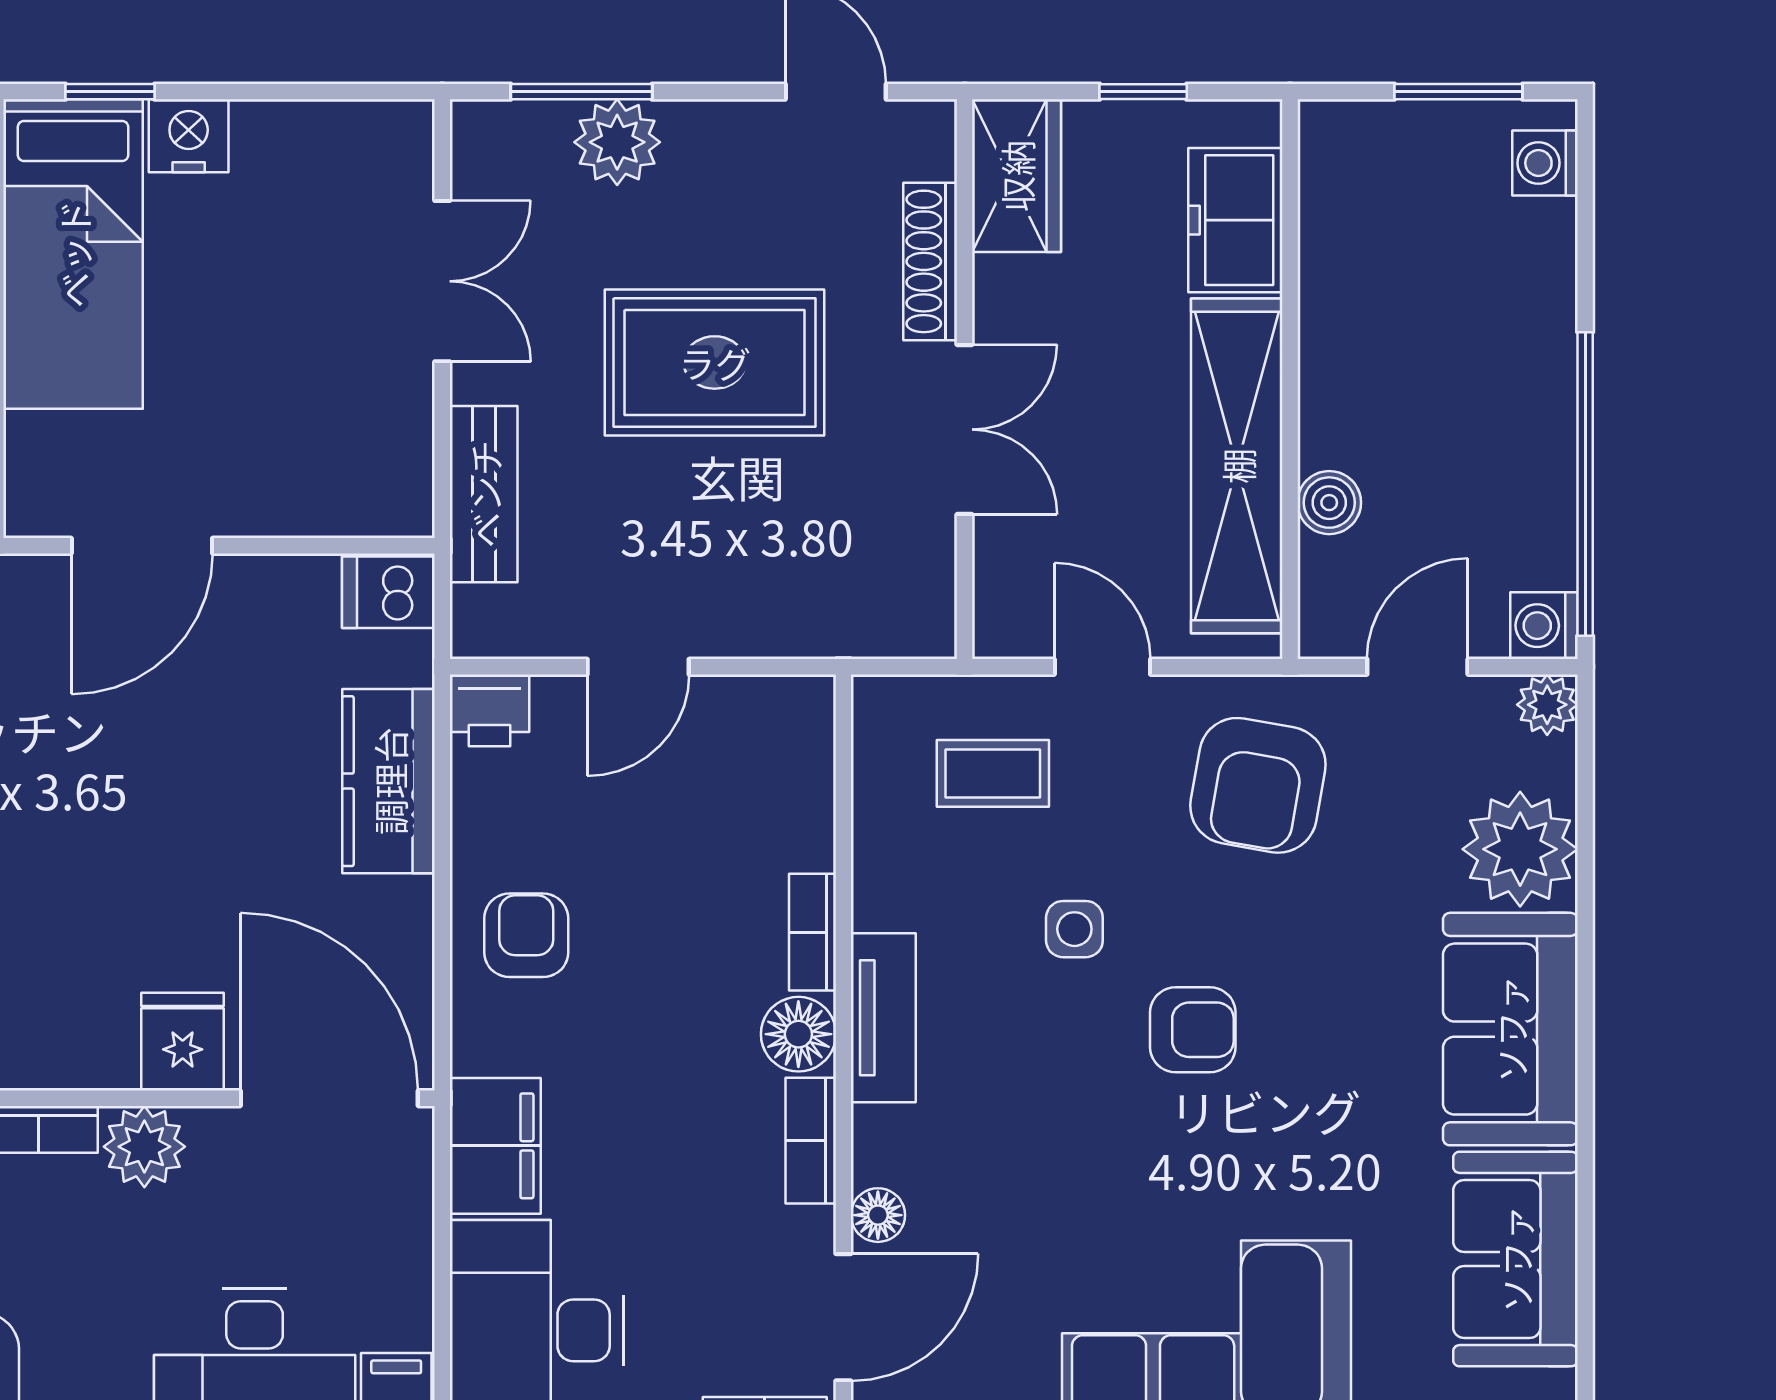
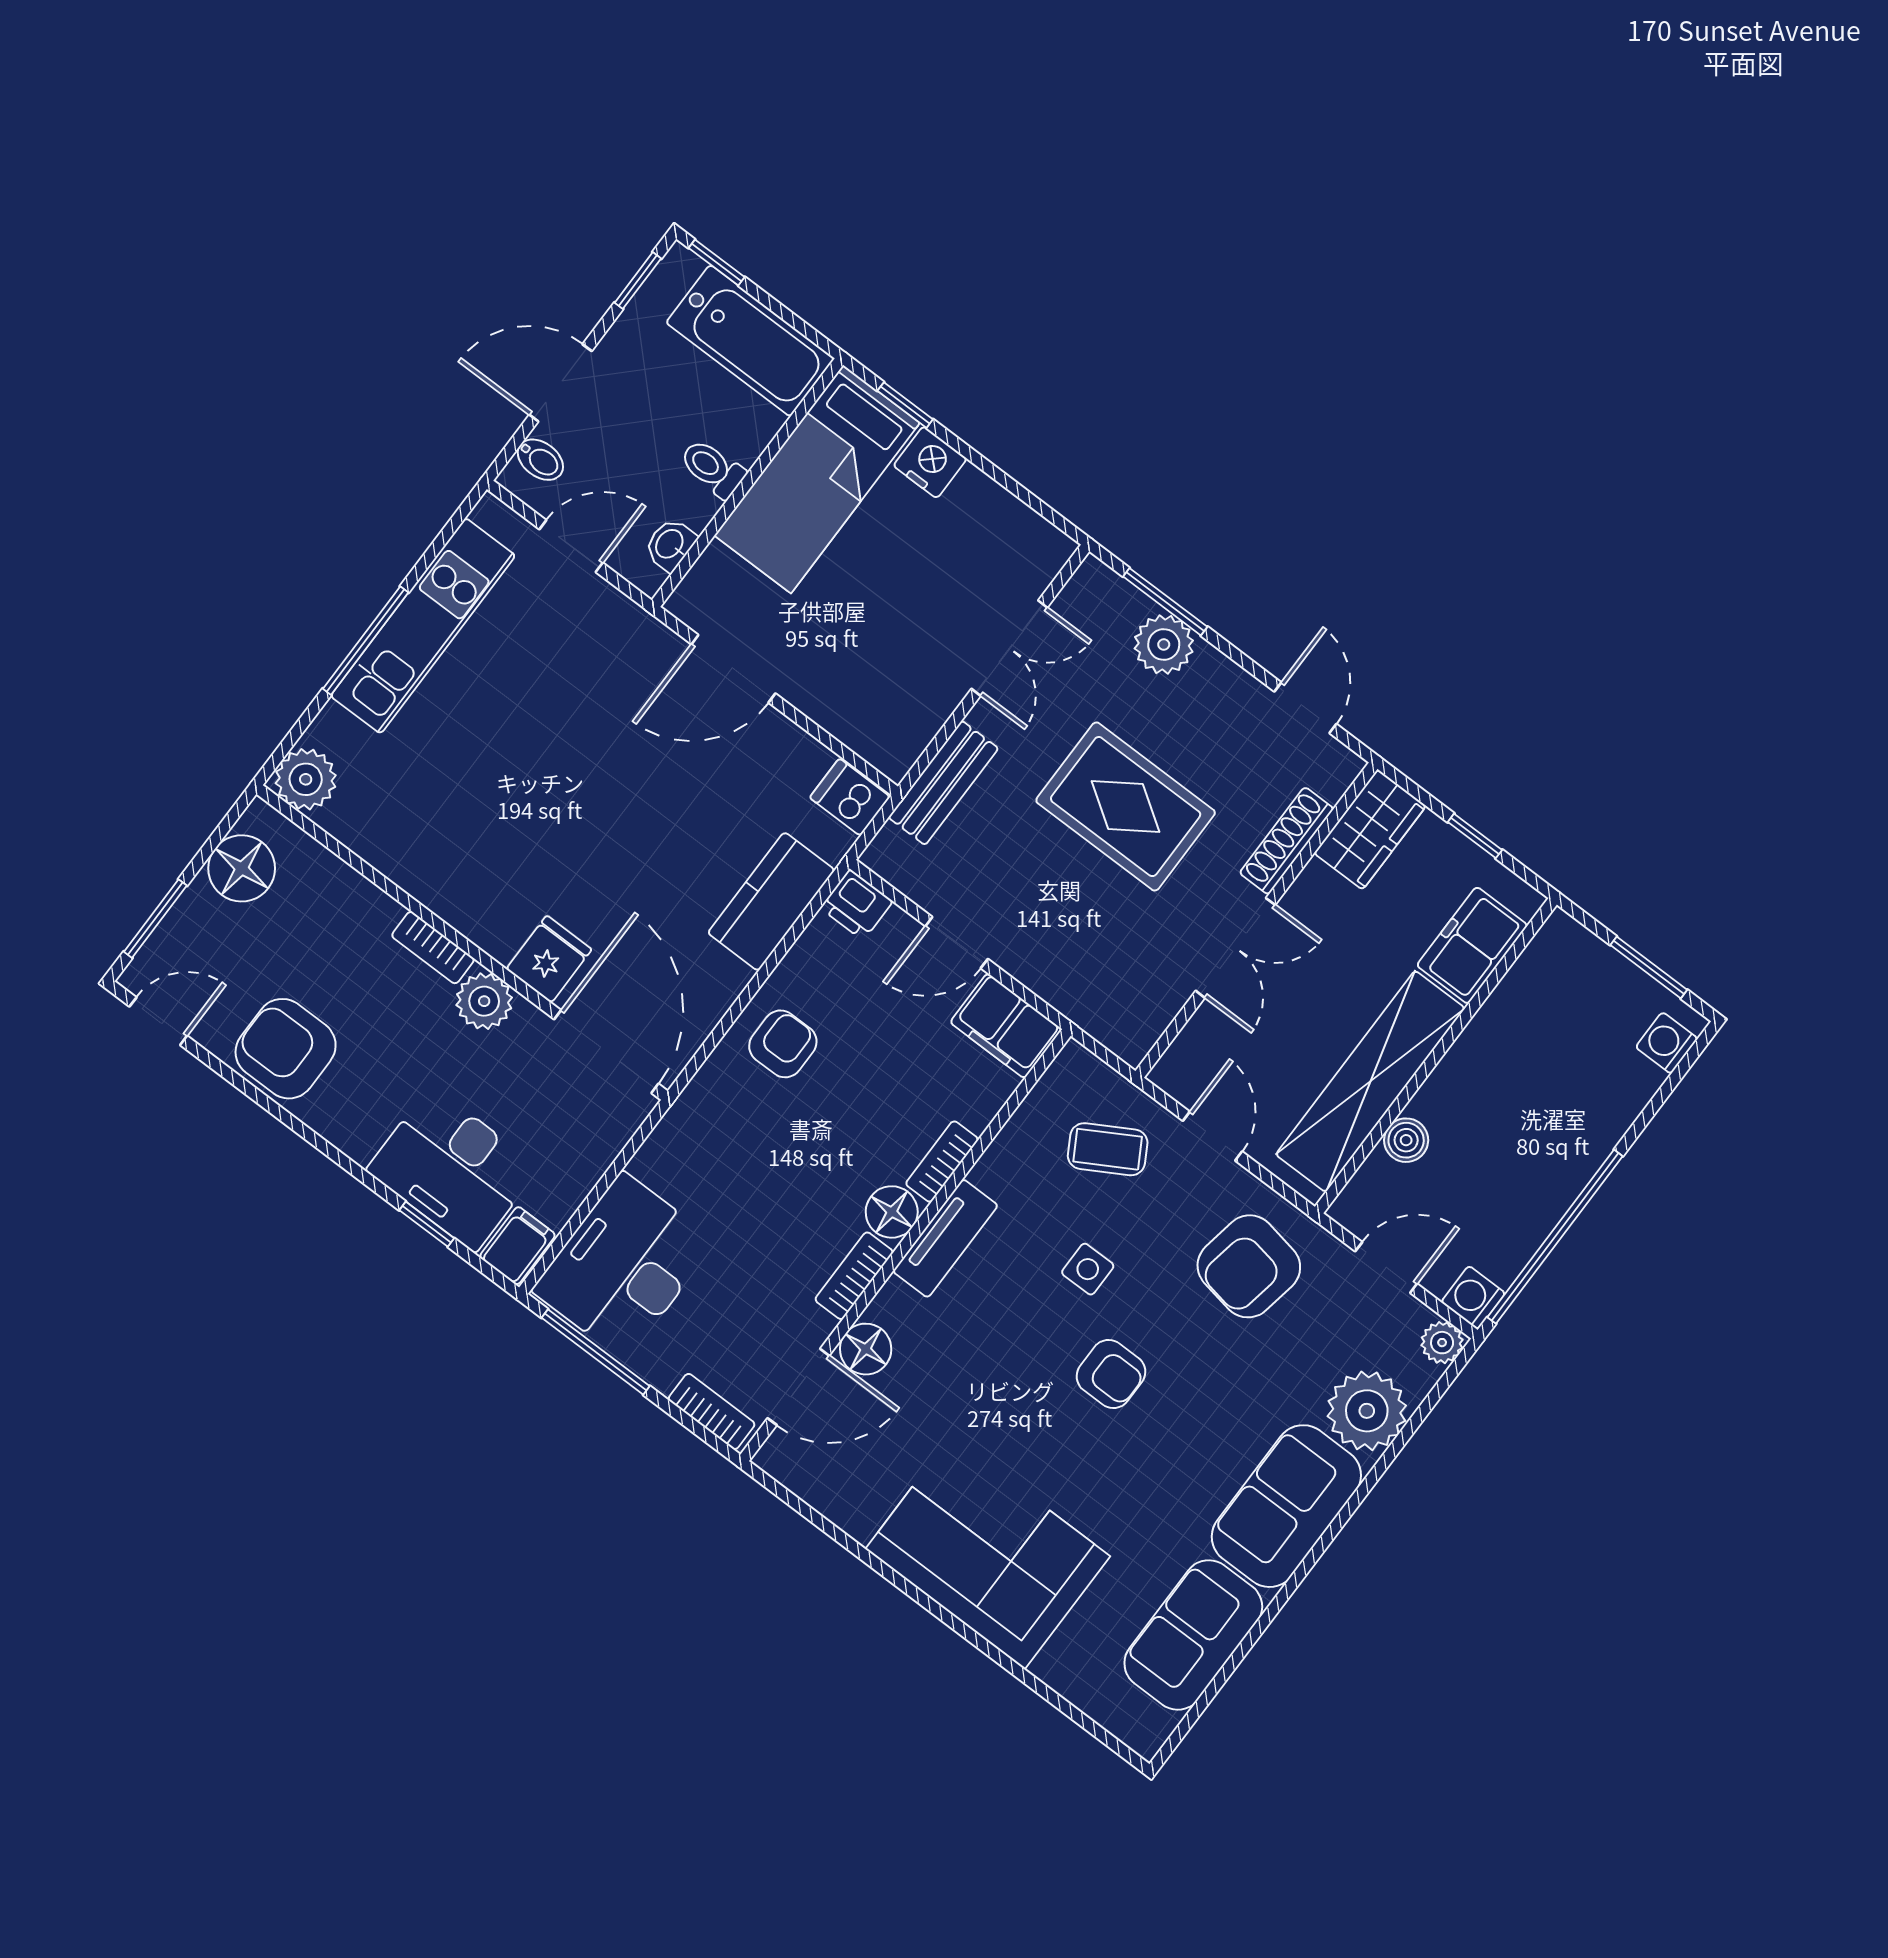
coffee table: (993, 773) -> (1108, 1149), turned -30
filing cabinet: (495, 1146) -> (1006, 1026), moved, turned 90
floor lamp: (878, 1215) -> (866, 1349), width x1.37, depth x1.37

